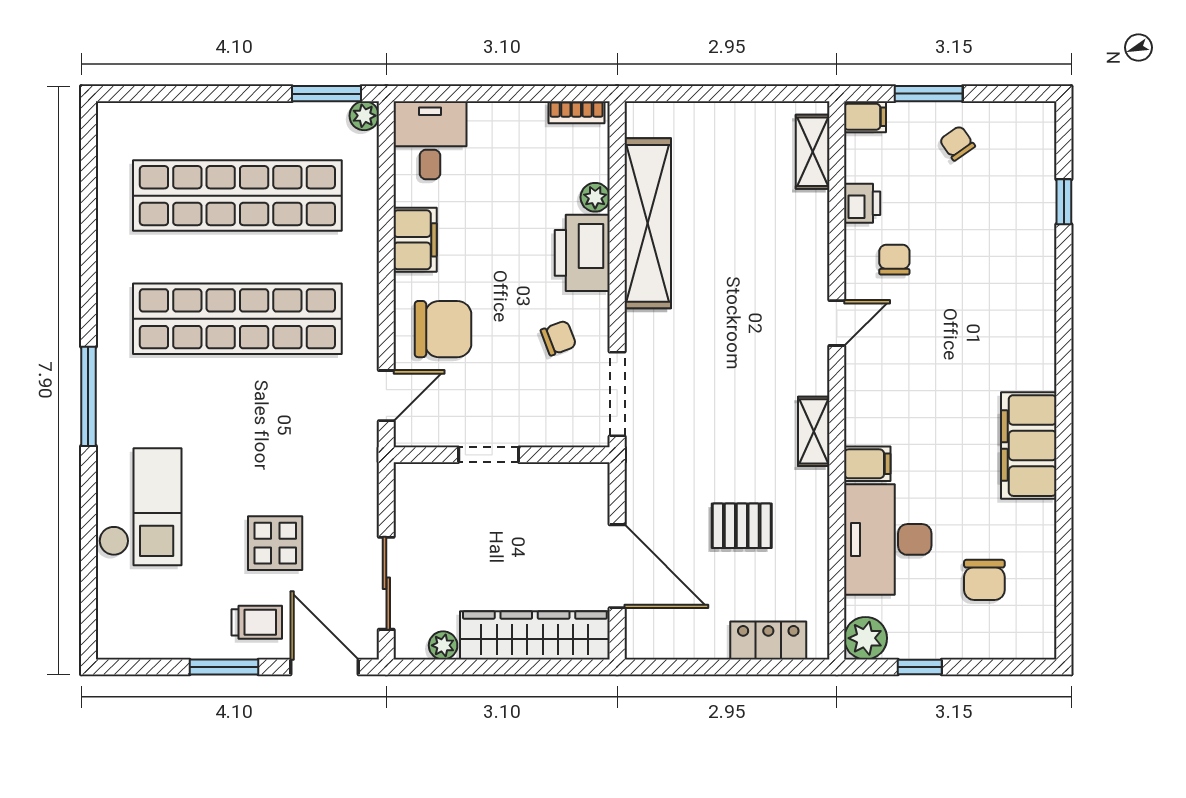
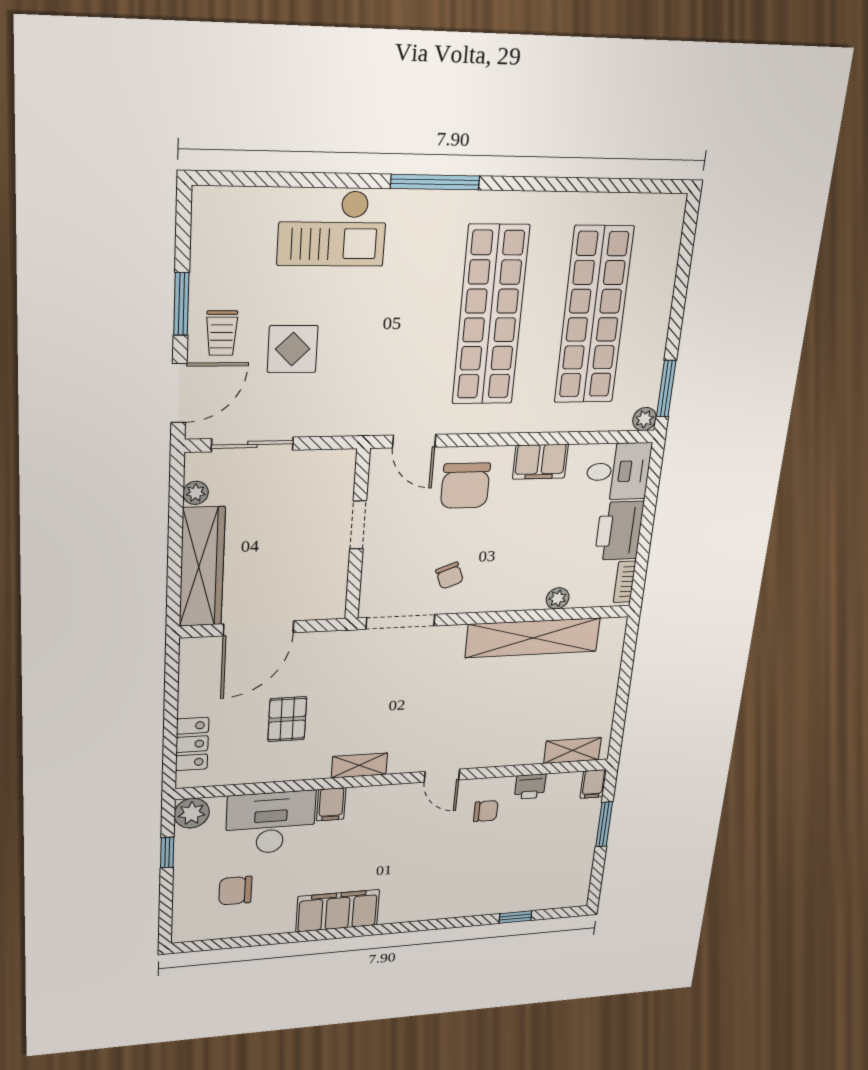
chair: (957, 143) -> (566, 846), removed
printer: (582, 253) -> (619, 531), moved, turned -90

